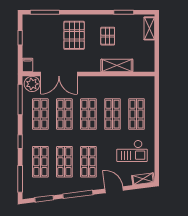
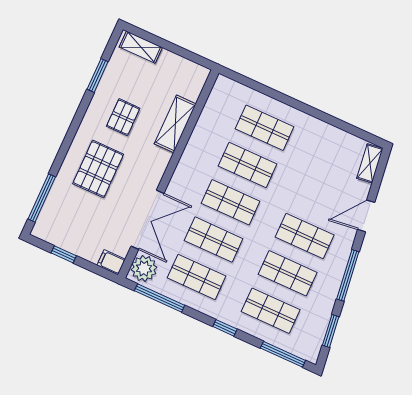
pallet: (74, 35) -> (98, 169), turned 90
pallet: (108, 36) -> (123, 117), turned 90
checkout: (132, 151) -> (319, 161), removed

